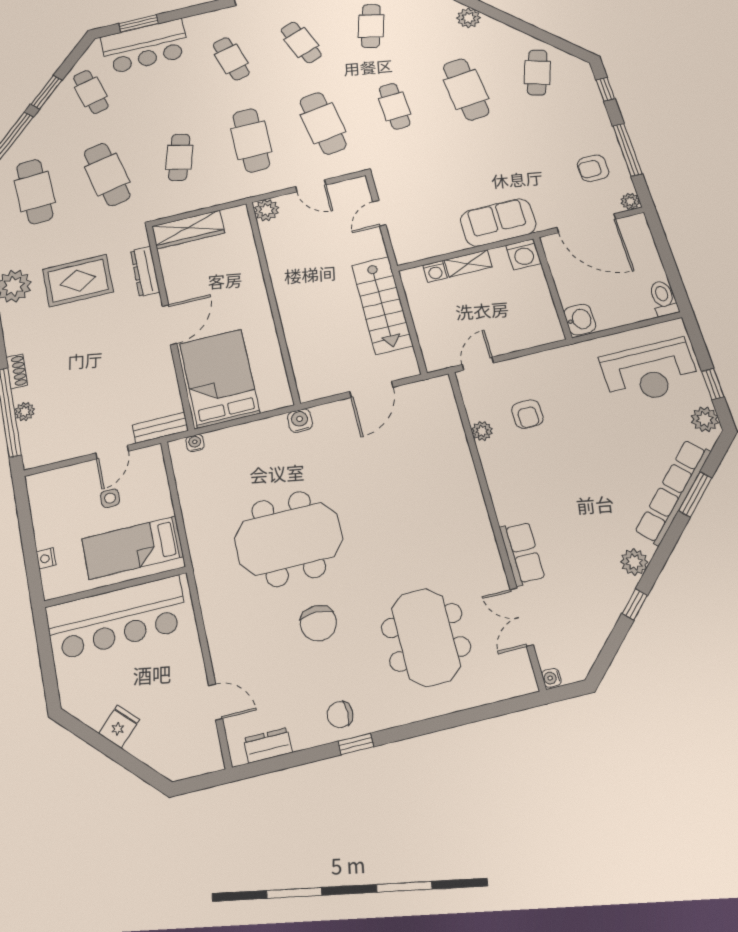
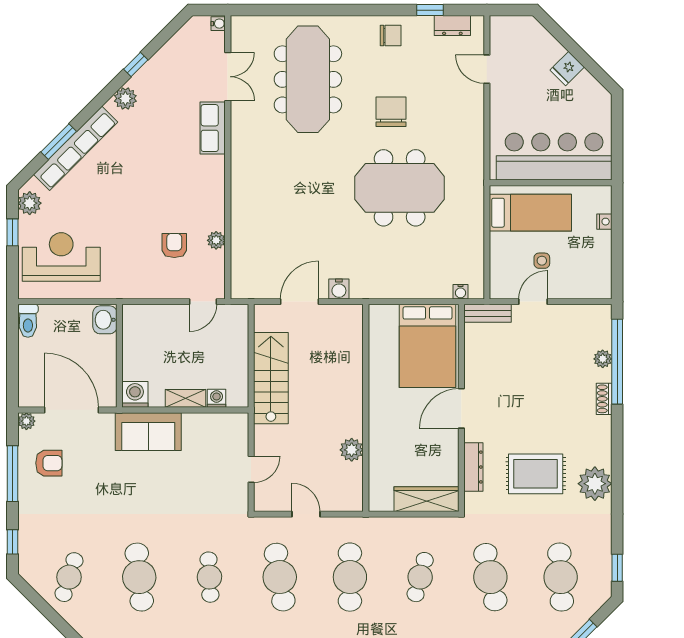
plant: (266, 210) -> (352, 450), moved
water cooler: (300, 421) -> (339, 289), moved
meeting table: (426, 637) -> (308, 79), width x1.36
window: (356, 744) -> (430, 10), moved

